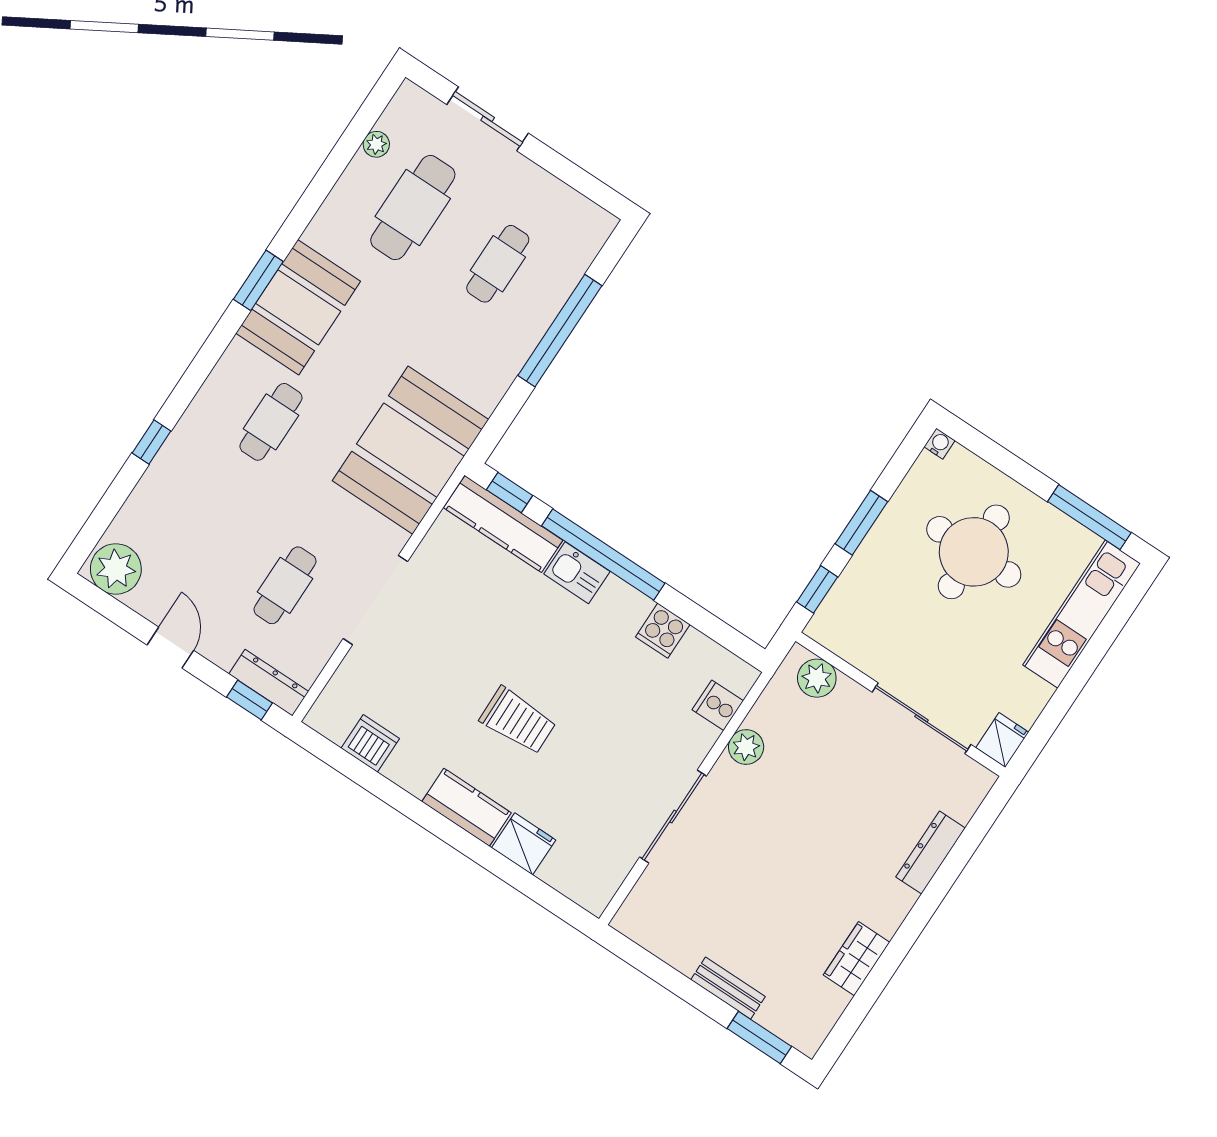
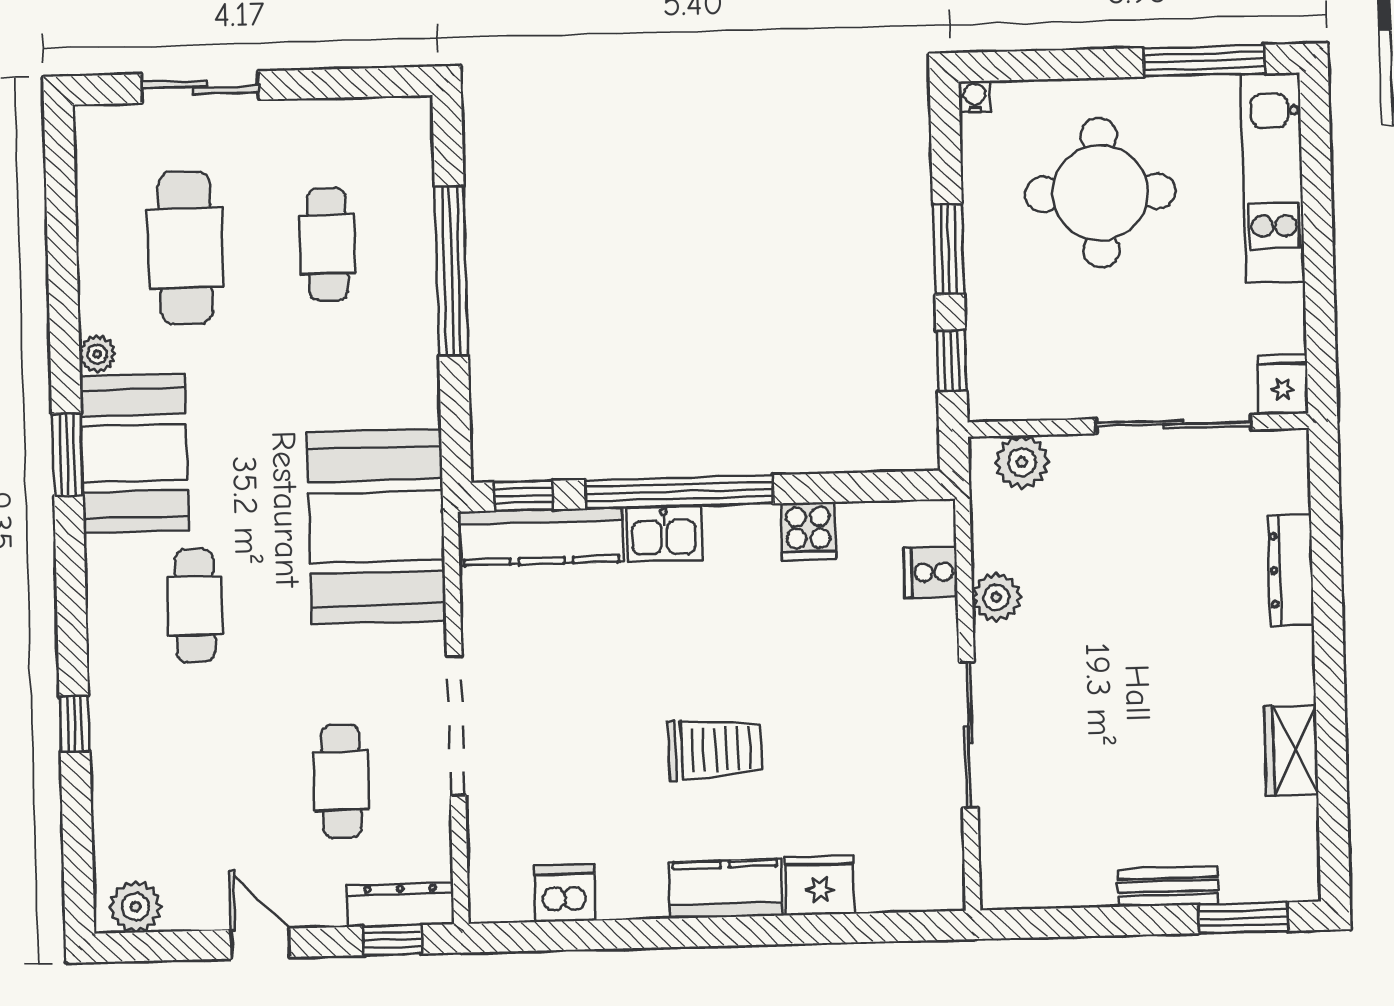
plant: (376, 144) -> (97, 354), moved
plant: (116, 569) -> (136, 907), width x0.73, depth x0.73

